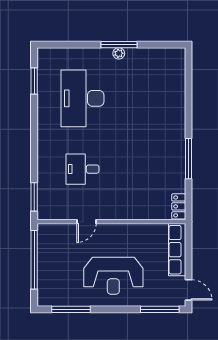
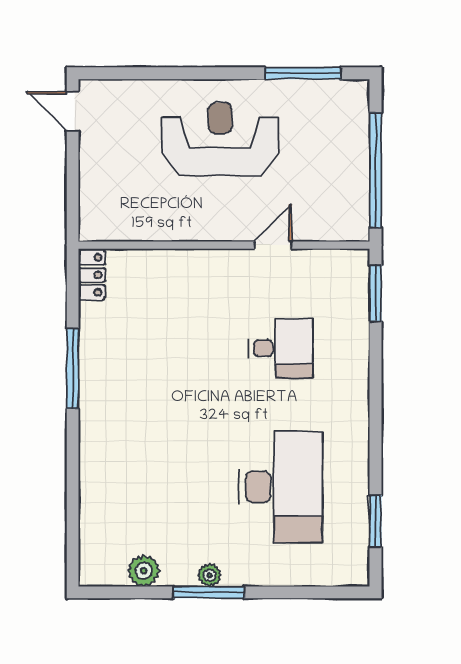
plant: (152, 56) -> (144, 571), added
row of seats: (177, 250) -> (95, 190), removed
window: (160, 309) -> (129, 73), removed

